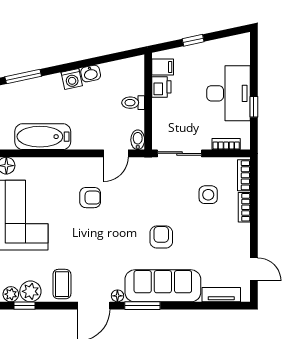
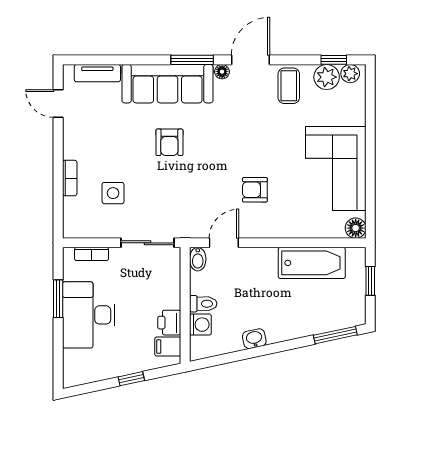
washing machine: (72, 79) -> (200, 325), moved, turned 102
window: (254, 107) -> (58, 299), width x1.50
bookcase: (244, 175) -> (70, 216), removed

